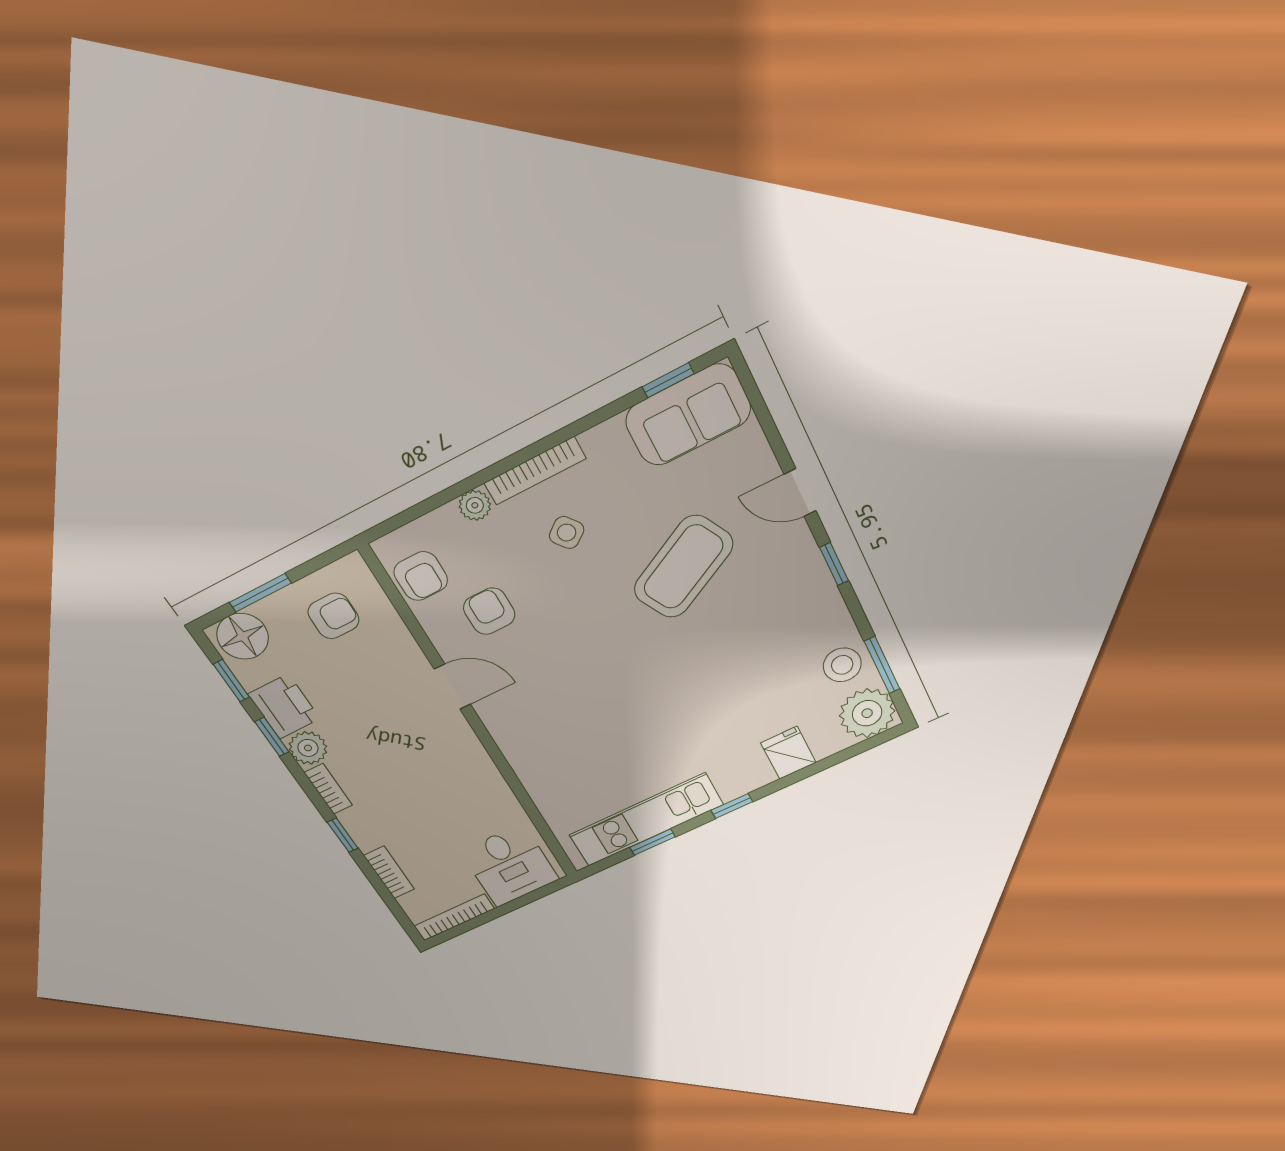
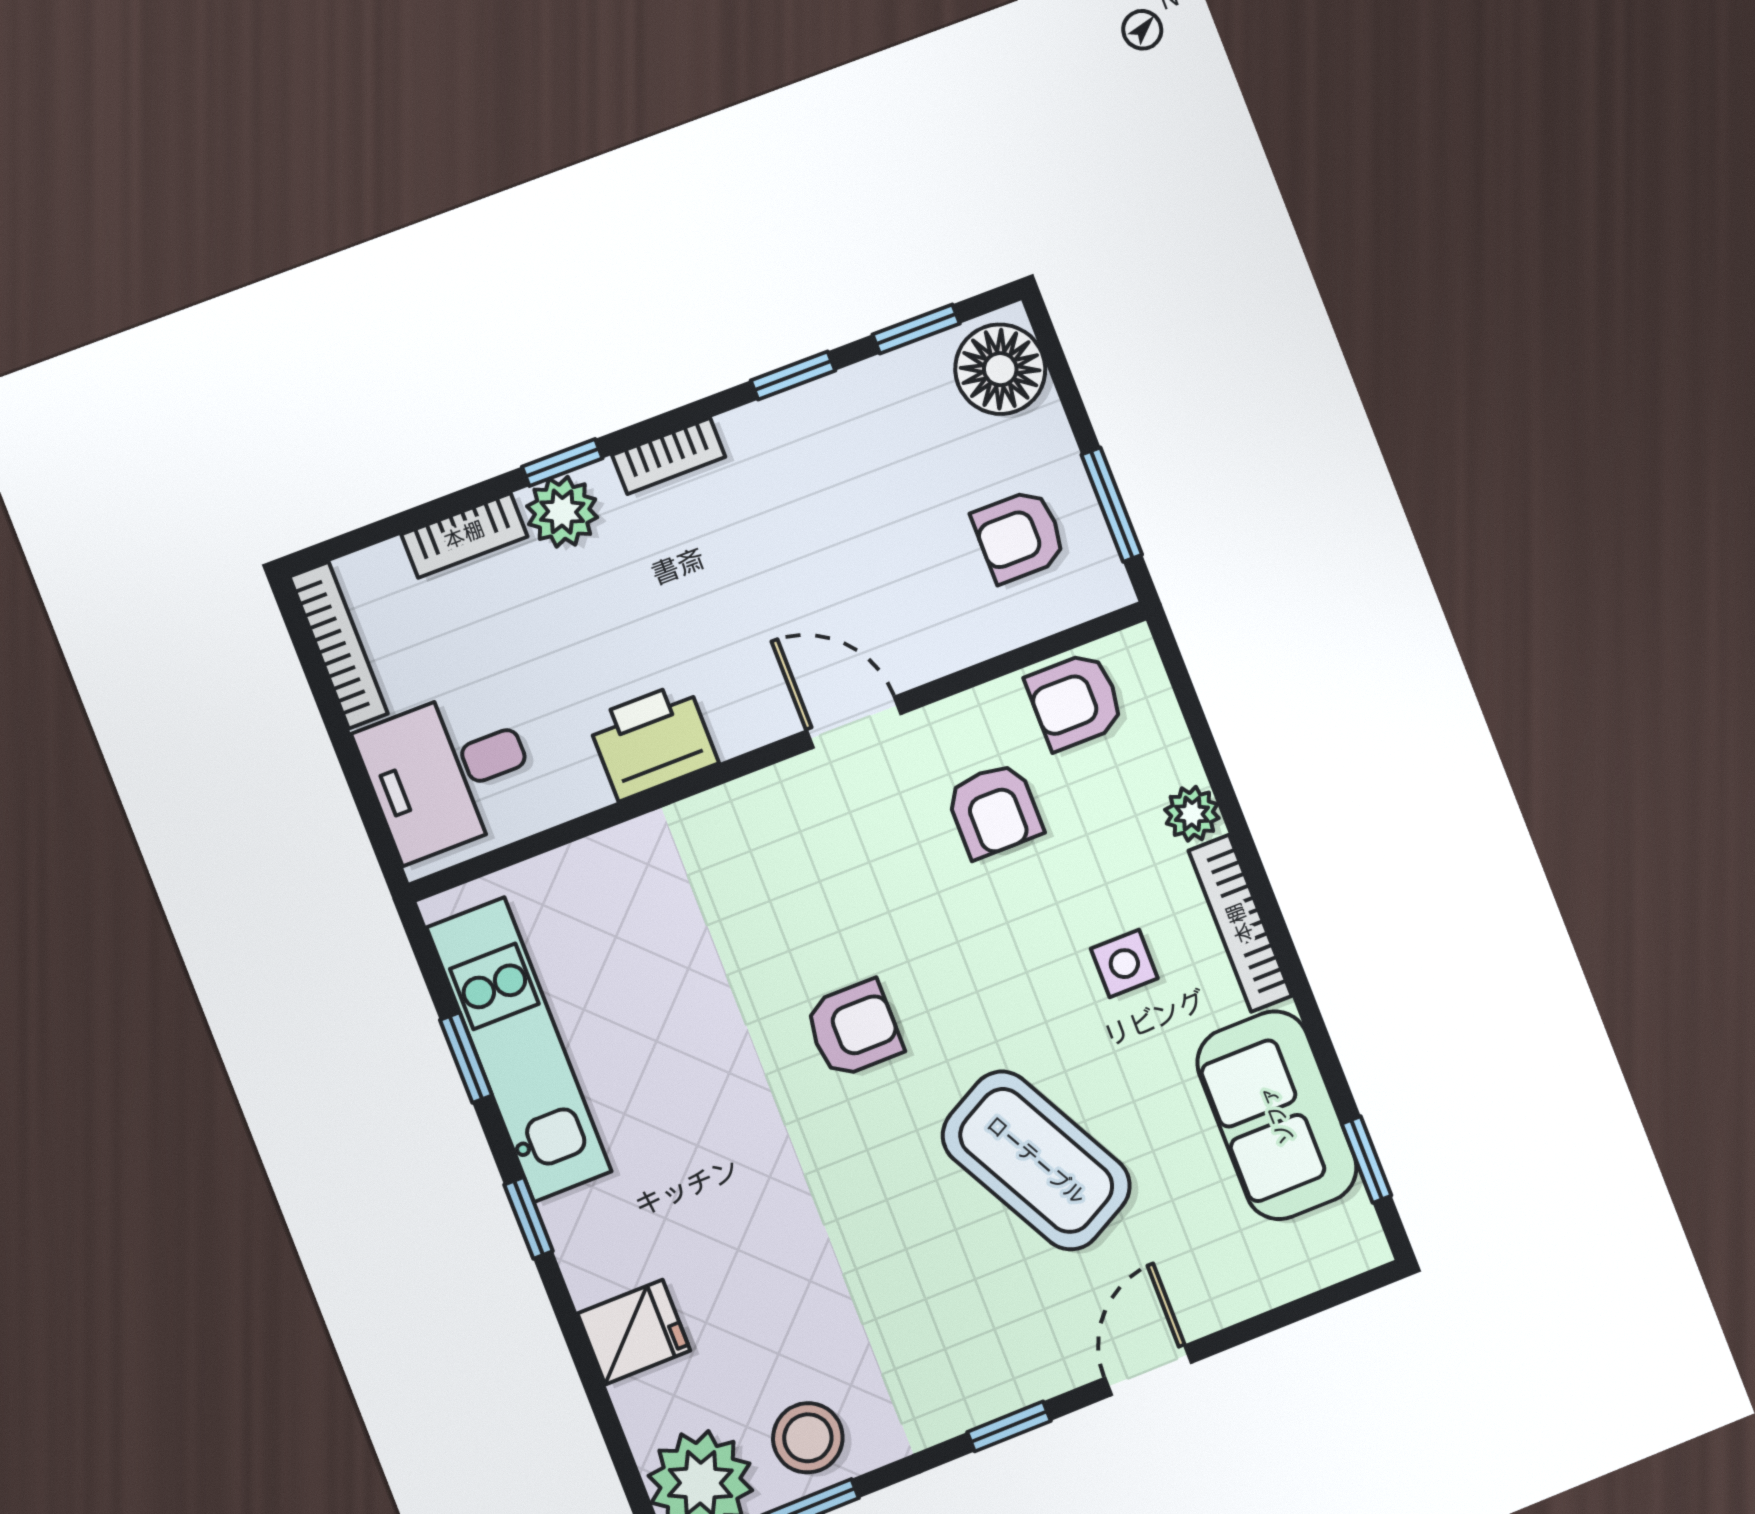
sofa: (688, 415) -> (1277, 1115), moved
side table: (567, 533) -> (1124, 964), turned 38
window: (260, 593) -> (1112, 505), moved
armchair: (489, 611) -> (994, 810), turned 90
armchair: (334, 616) -> (1019, 536), turned 90
armchair: (619, 668) -> (854, 1029), added
door: (452, 687) -> (854, 722), swing flipped
printer: (284, 707) -> (653, 741), moved, turned 180
plant: (308, 748) -> (562, 512), moved

